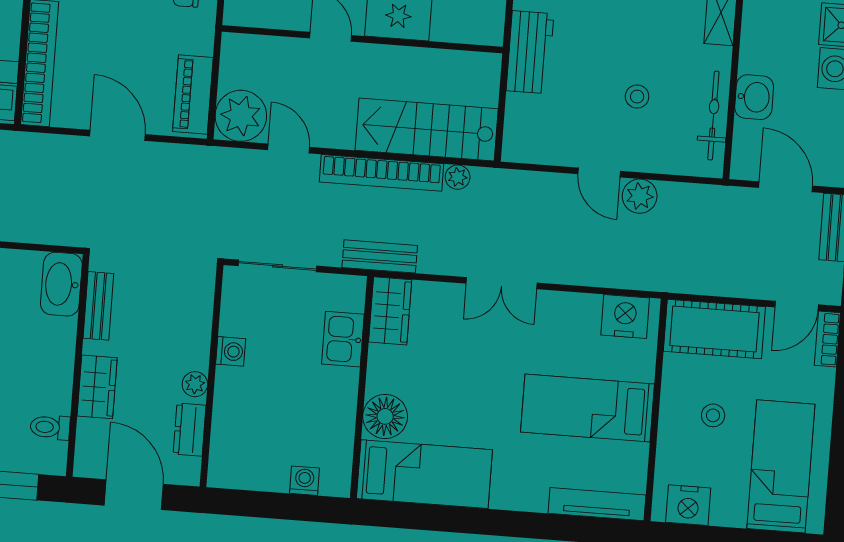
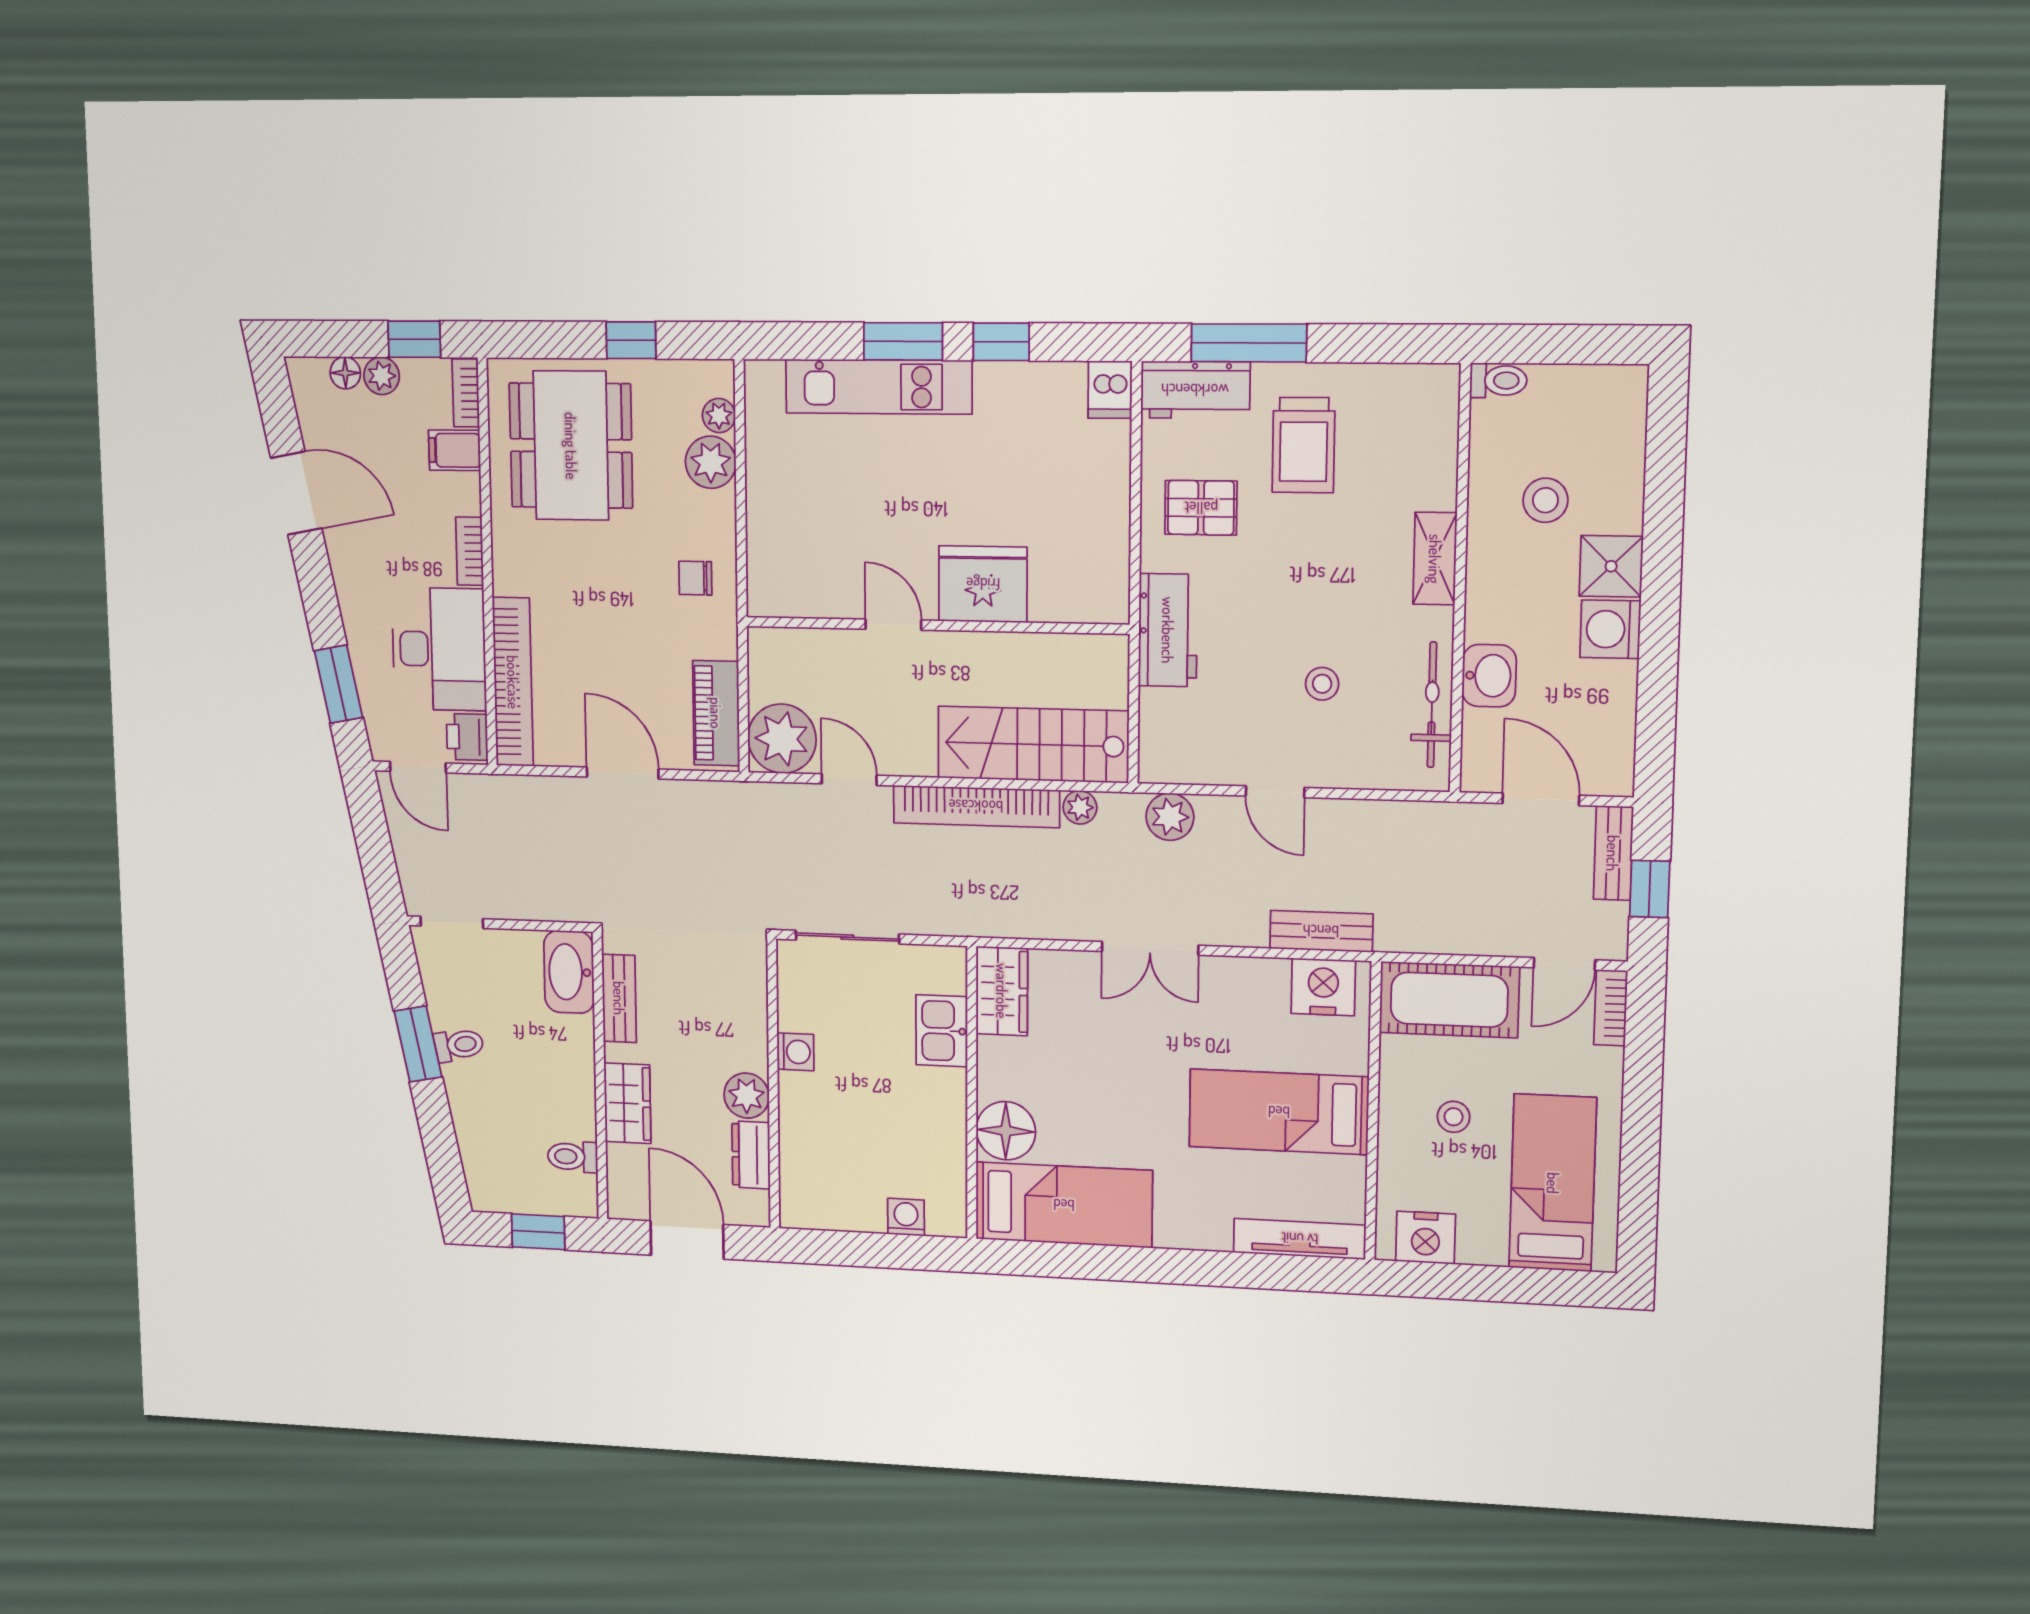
plant: (640, 196) -> (1170, 817), moved
bench: (380, 256) -> (1321, 931), moved
plant: (195, 384) -> (747, 1096), width x1.38, depth x1.38

